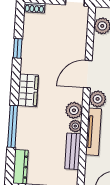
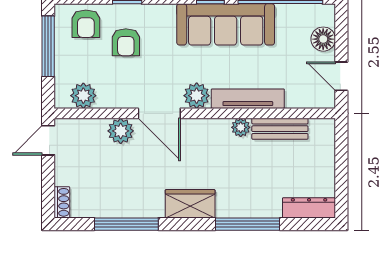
window: (18, 48) -> (126, 224), width x2.17
plant: (74, 110) -> (121, 131), moved

